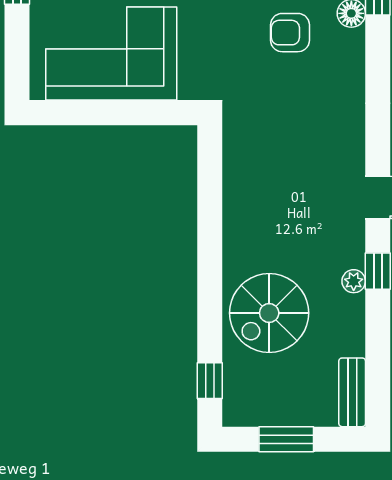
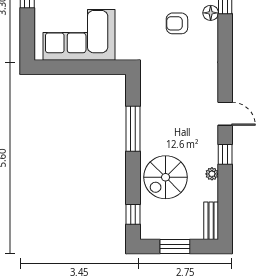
window: (210, 225) -> (133, 129), added
plant: (354, 281) -> (212, 174), moved

